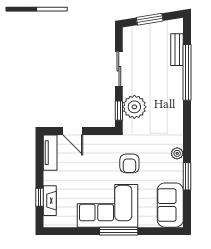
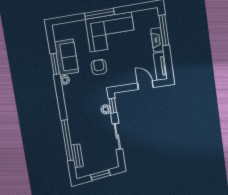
plant: (134, 107) -> (106, 109), width x0.53, depth x0.53
window: (40, 197) -> (164, 30), width x2.17
fireplace: (50, 201) -> (157, 40), moved
sofa: (170, 205) -> (66, 57), moved

